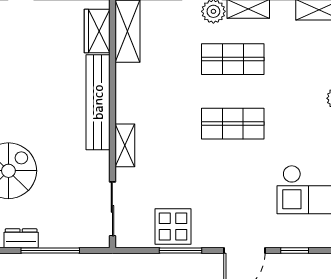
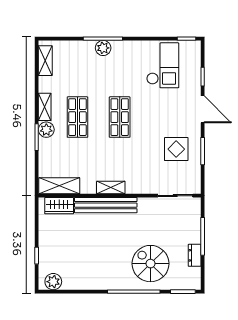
shelving: (125, 145) -> (111, 188), moved
display table: (173, 226) -> (176, 149), moved

